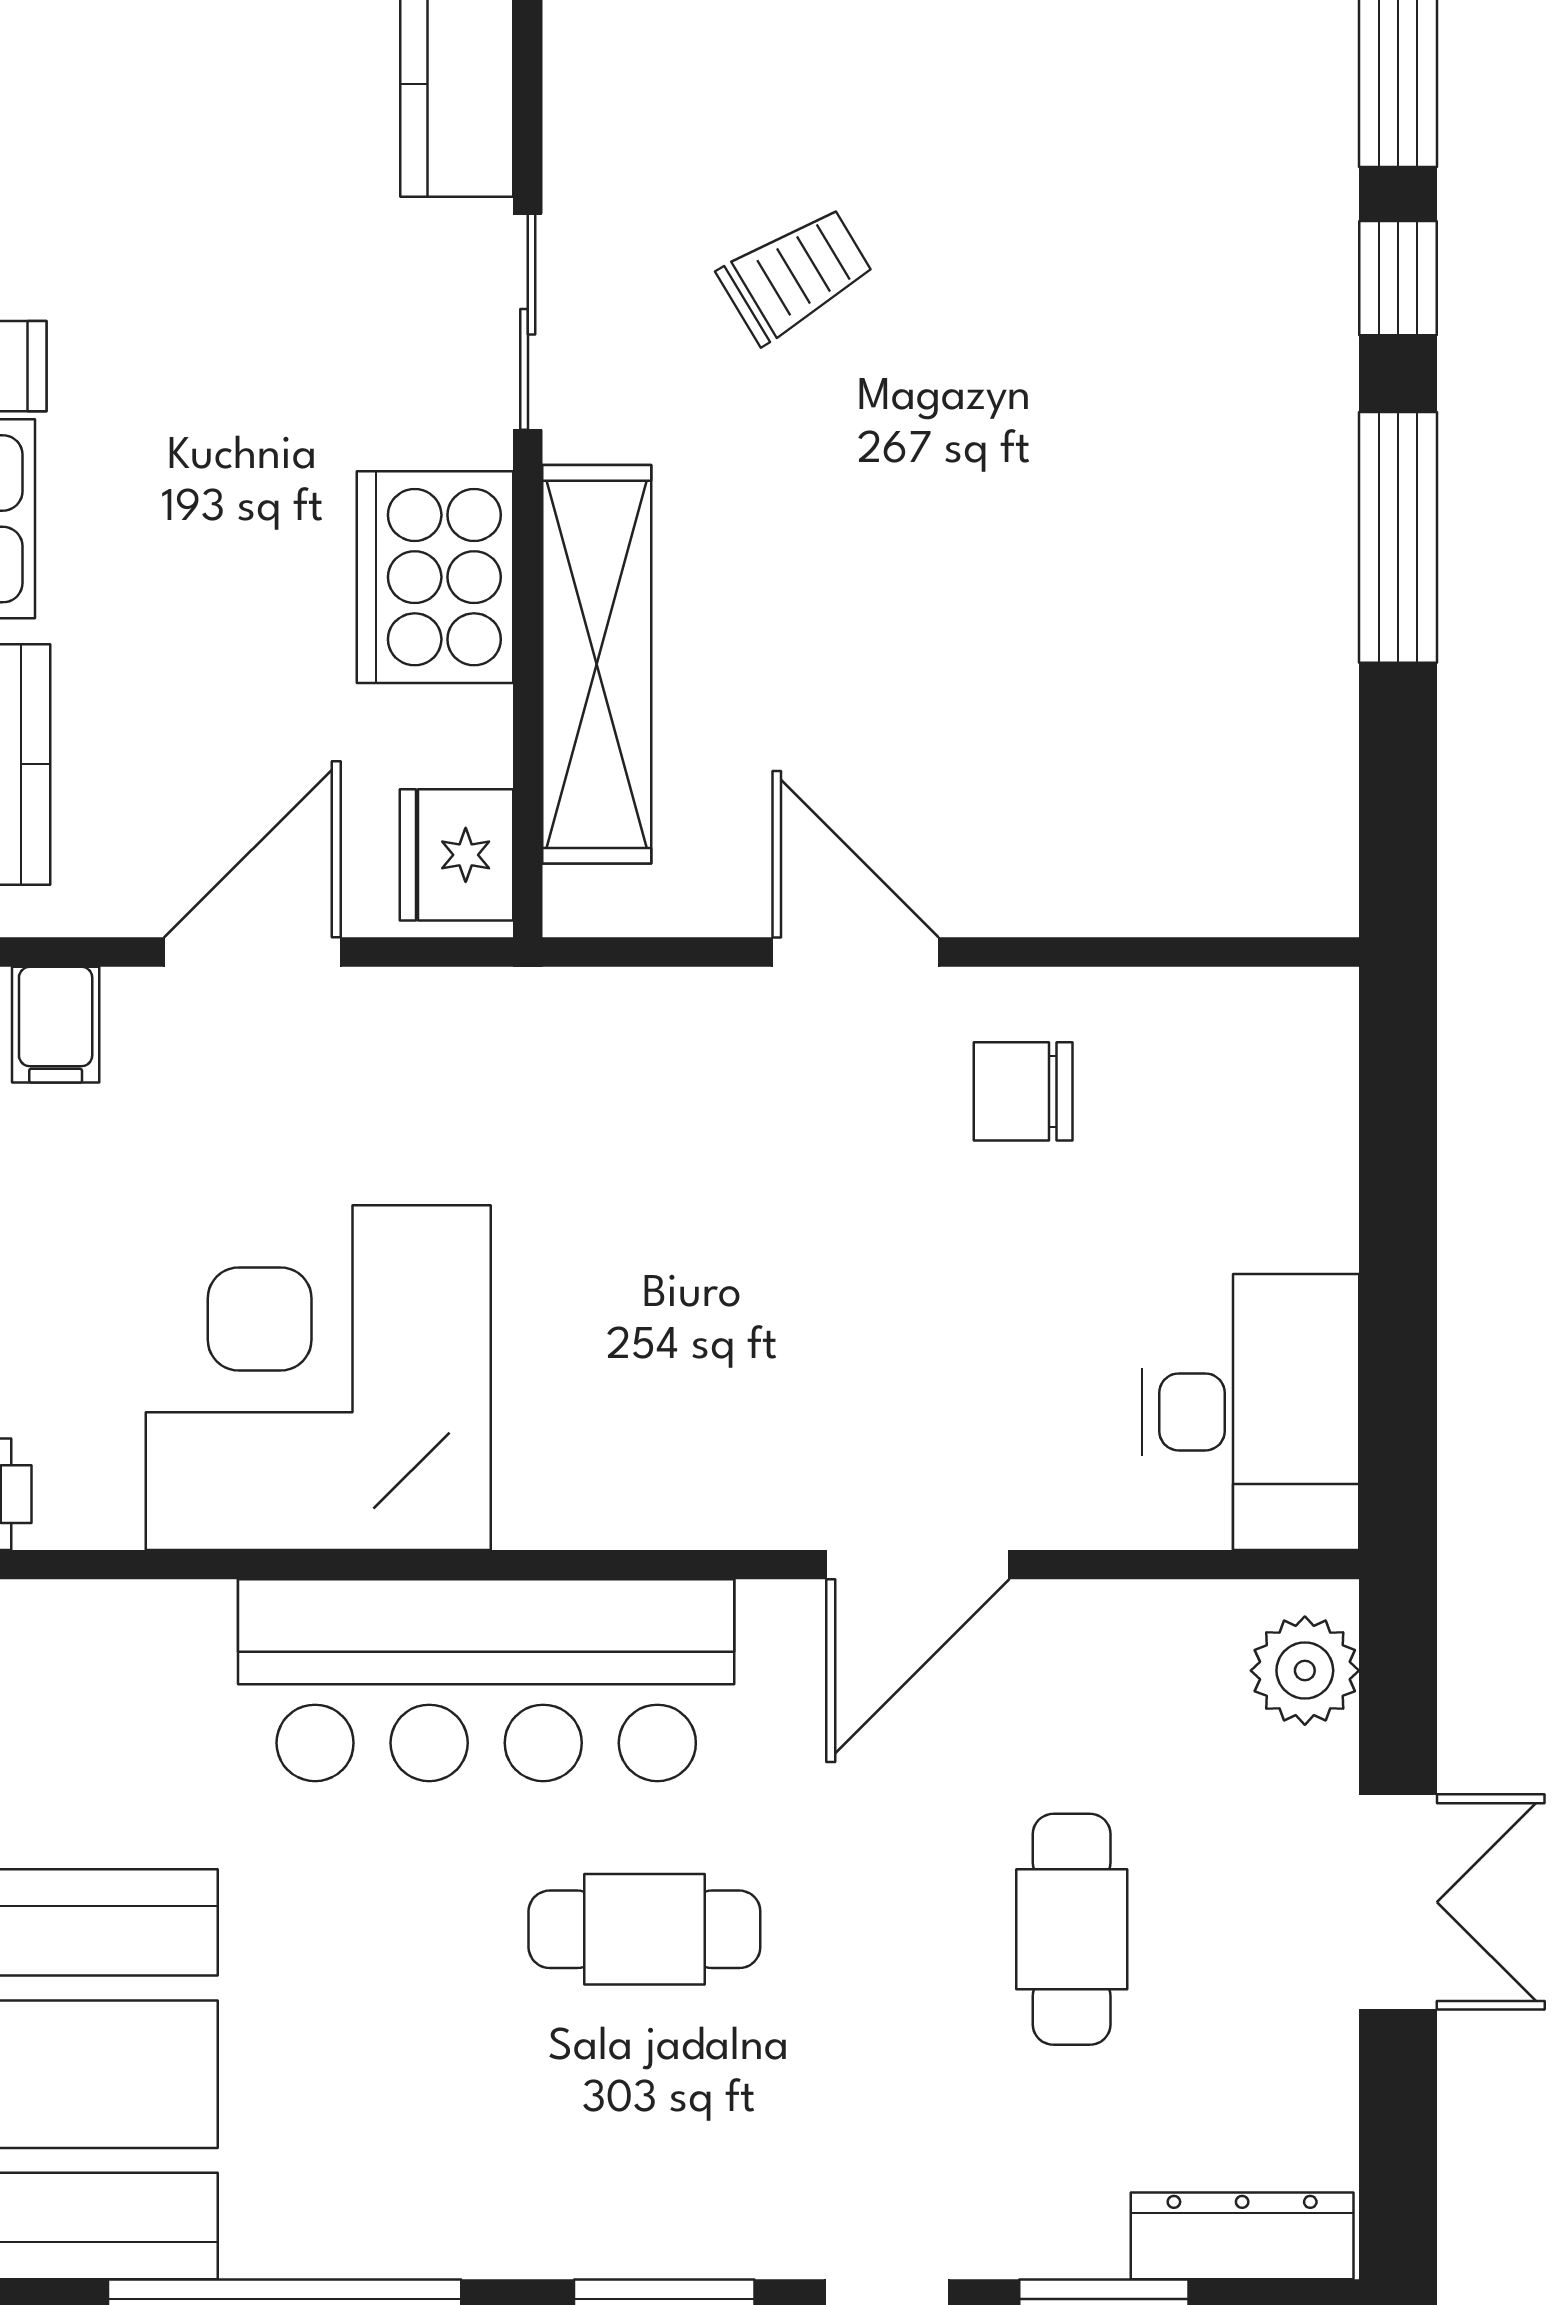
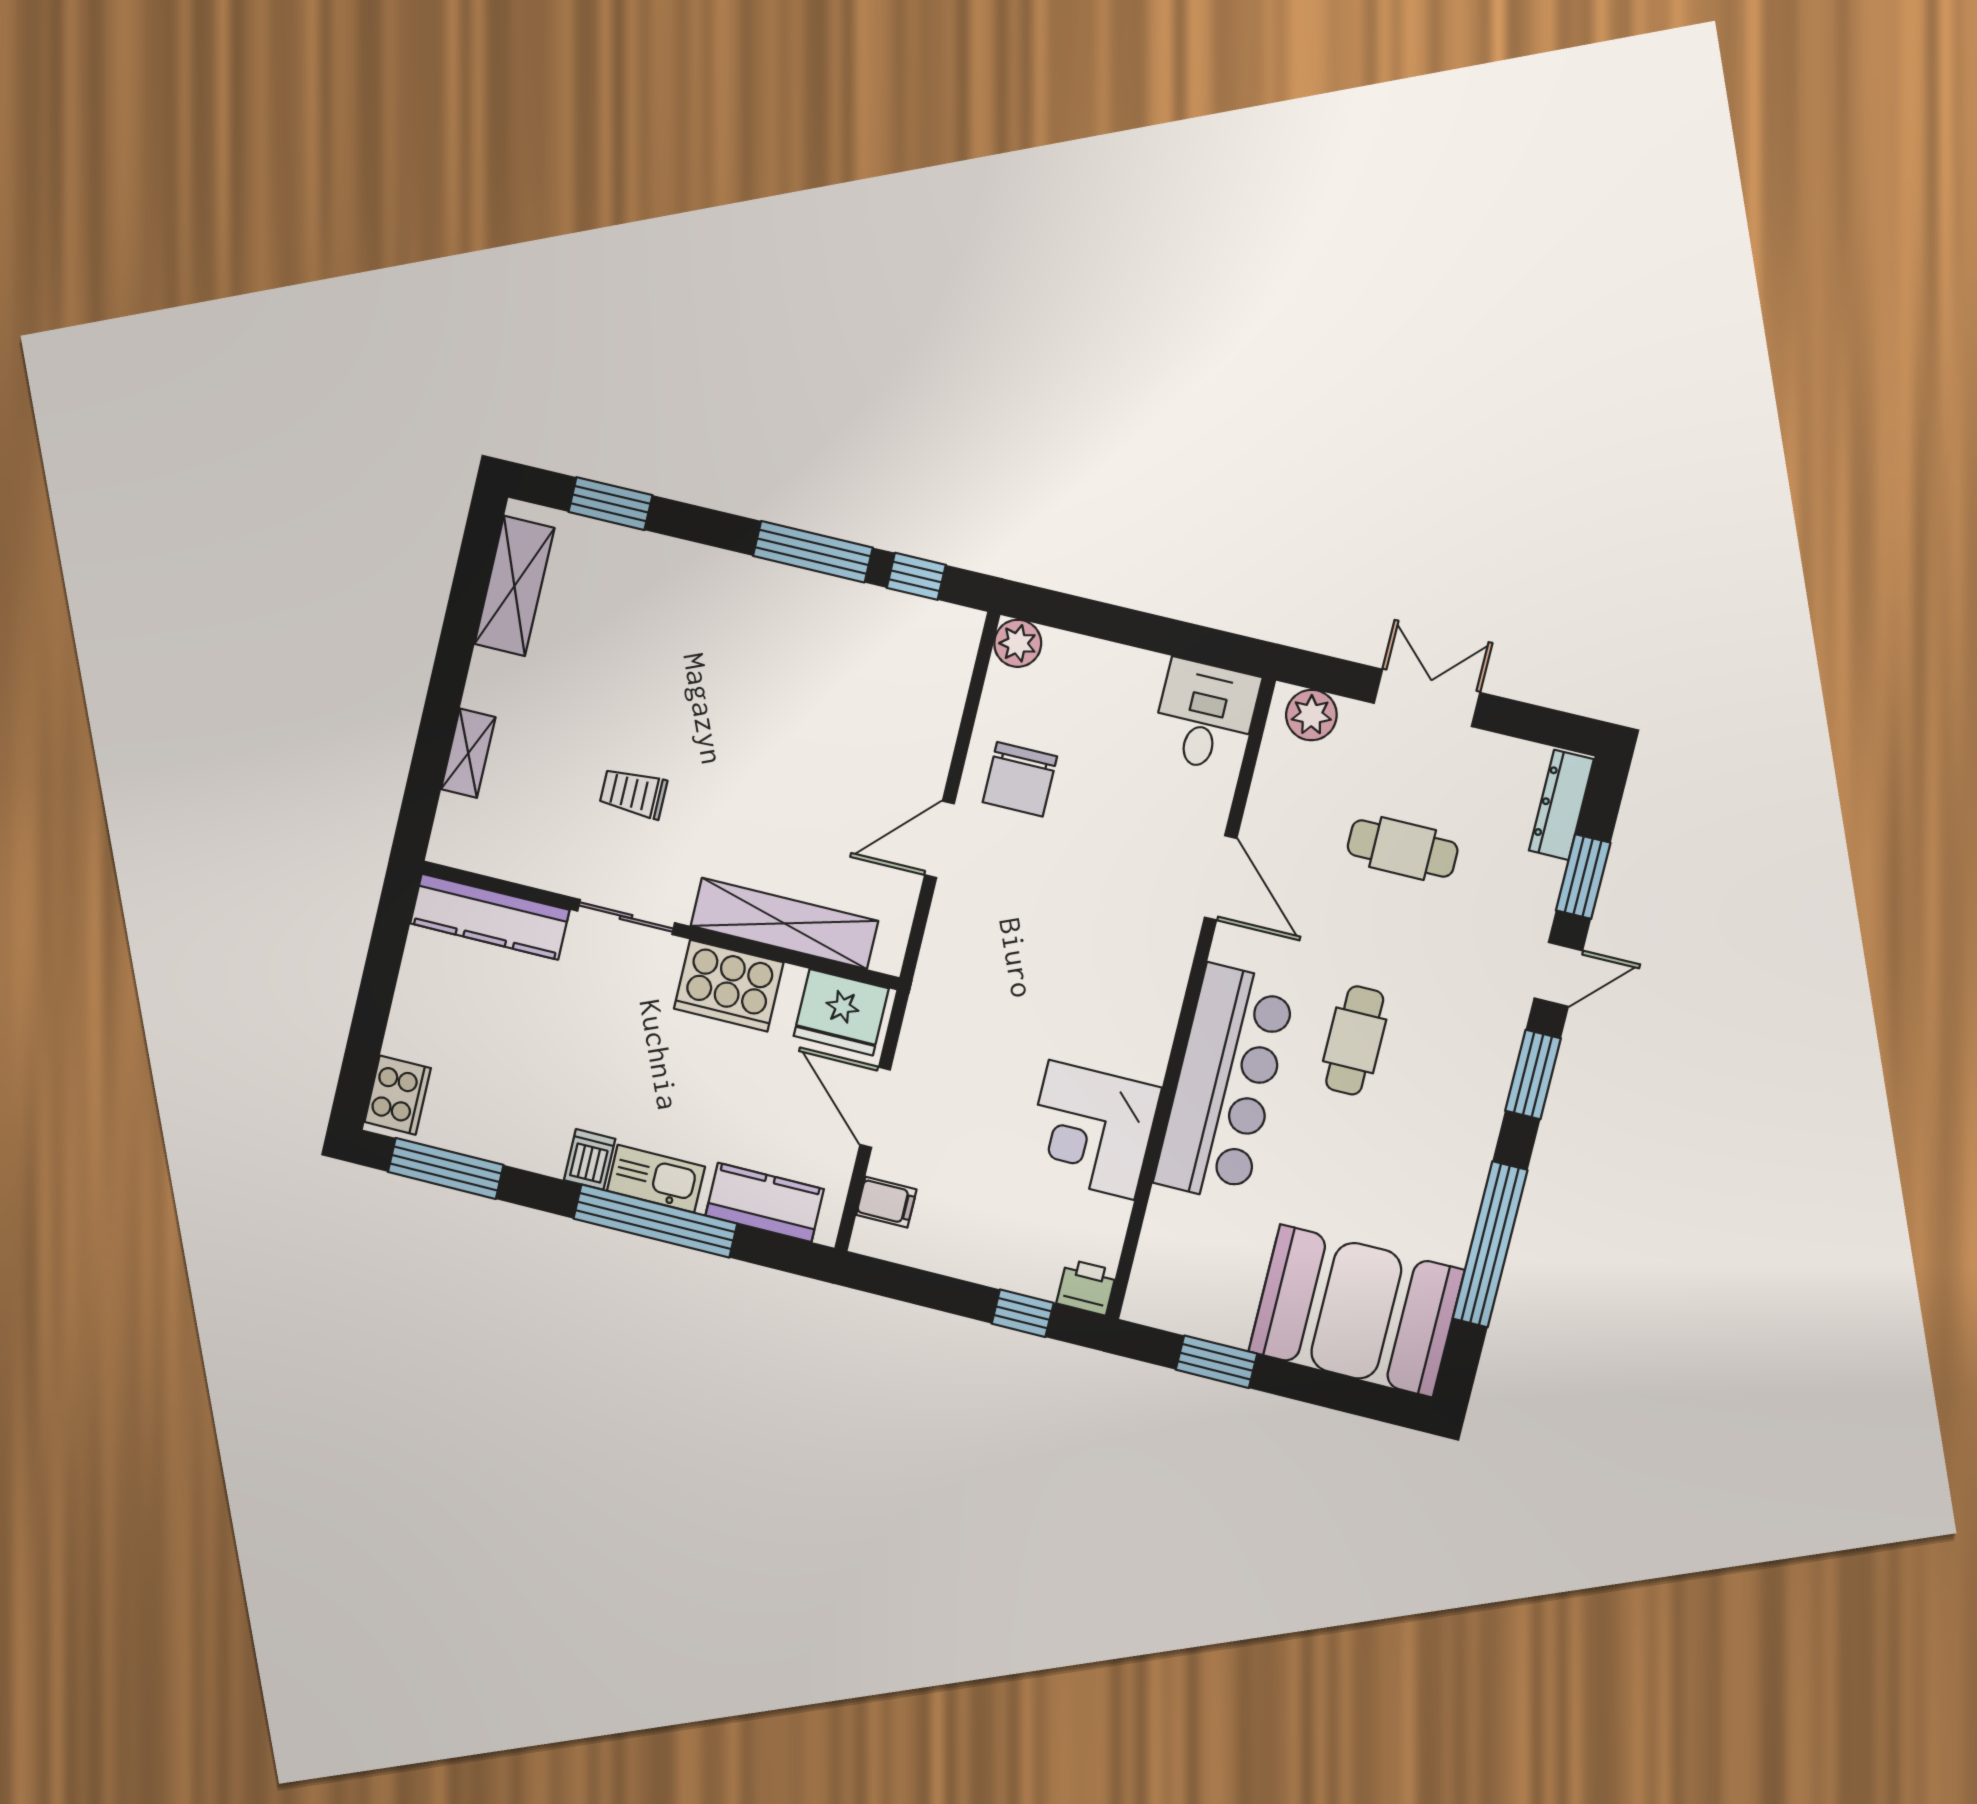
trolley: (796, 275) -> (633, 793), turned -59
window: (1398, 278) -> (916, 576), moved
fridge: (457, 855) -> (841, 1012), width x1.36, depth x1.34
plant: (1308, 1018) -> (1018, 643), added
chair: (1023, 1091) -> (1020, 779), width x1.37, depth x1.37
corner desk: (318, 1378) -> (1092, 1130), width x0.74, depth x0.74
desk: (1251, 1412) -> (1205, 716), width x0.73

